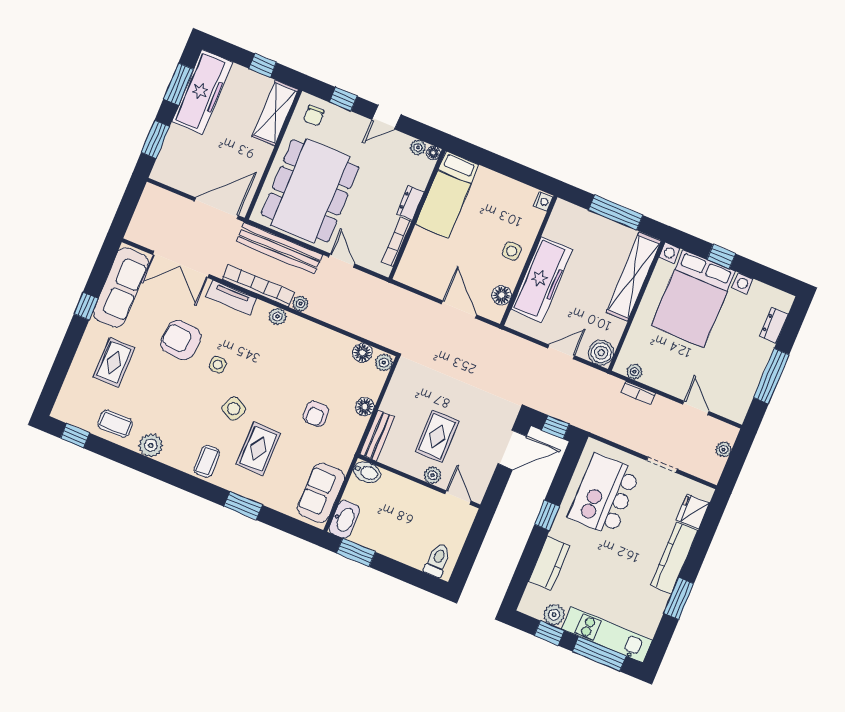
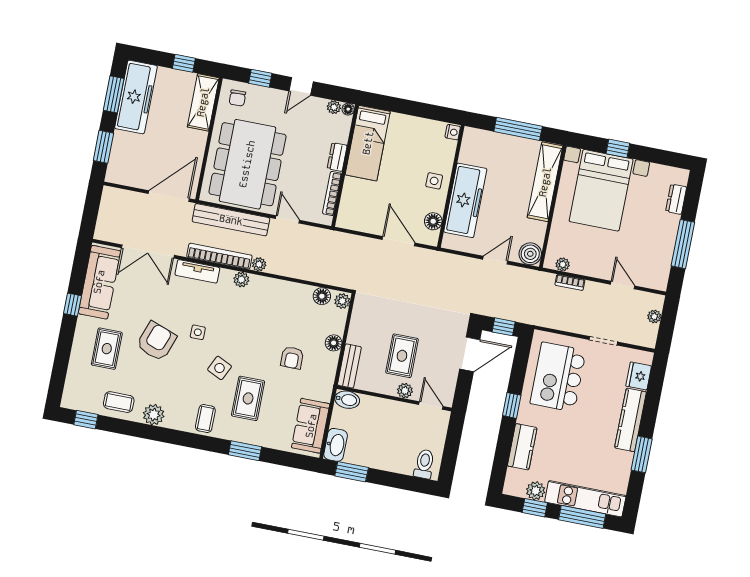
armchair: (181, 340) -> (156, 341), moved, turned 106

